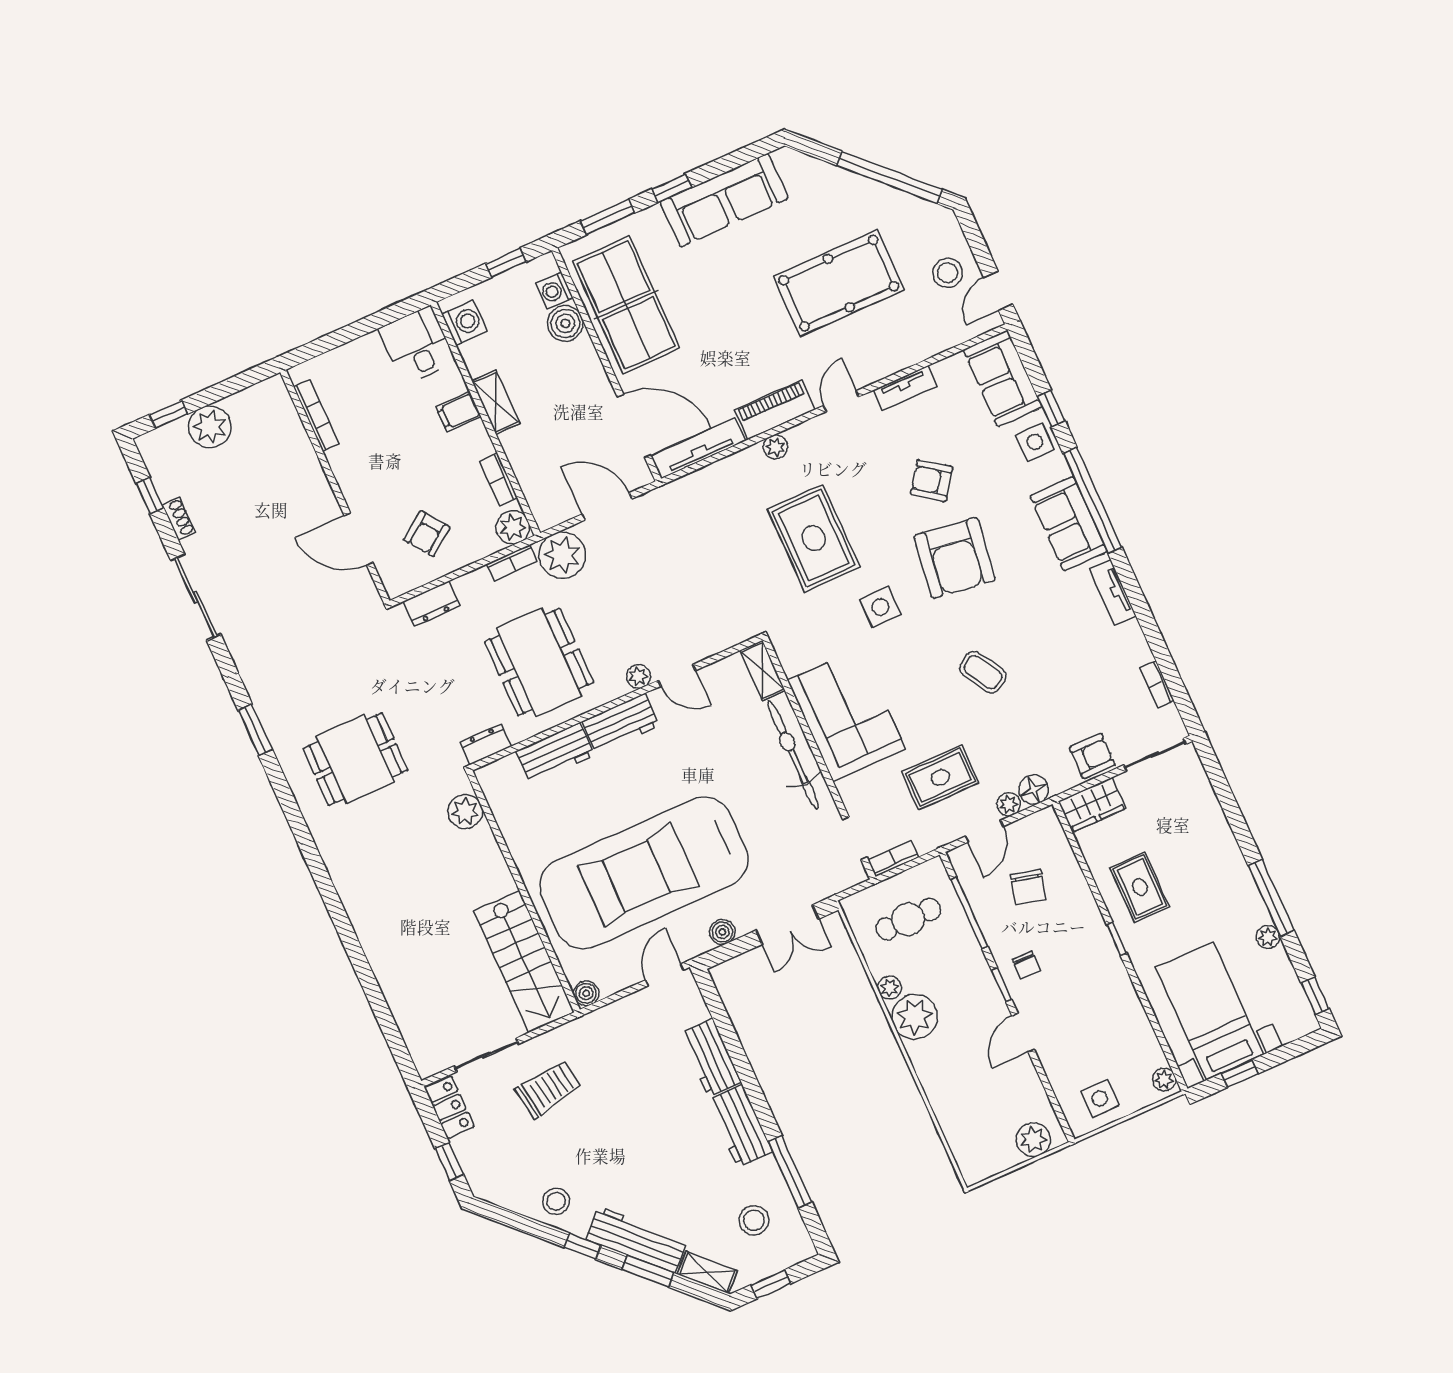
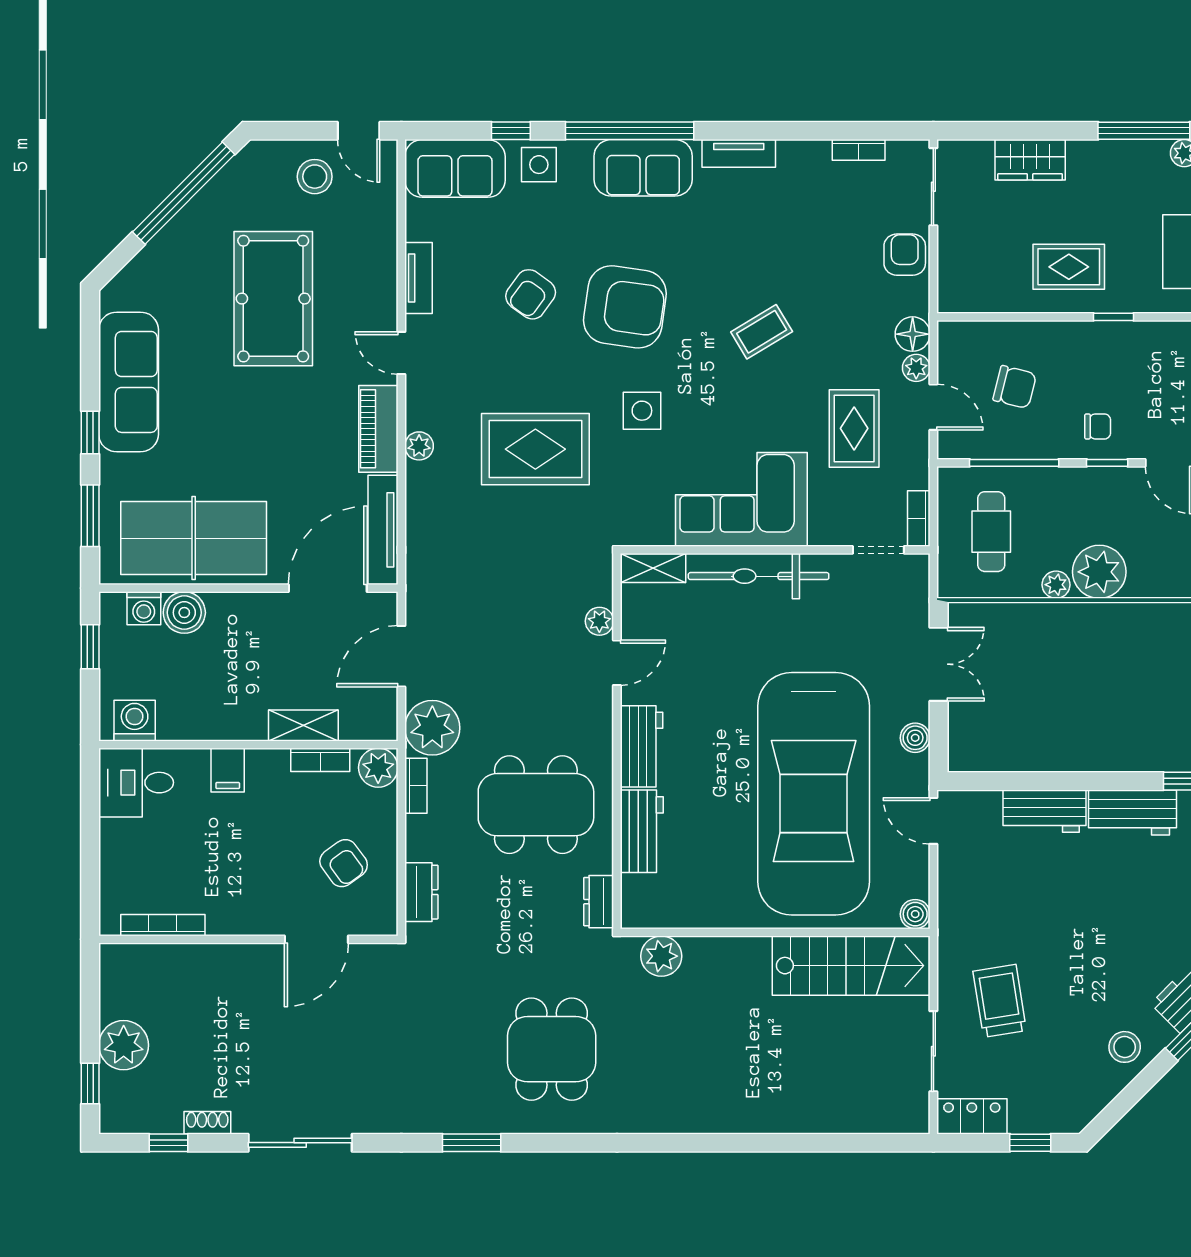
shelving: (496, 402) -> (303, 725), moved
plant: (638, 676) -> (599, 621), moved
wardrobe: (1092, 805) -> (1030, 160), moved, turned 90

